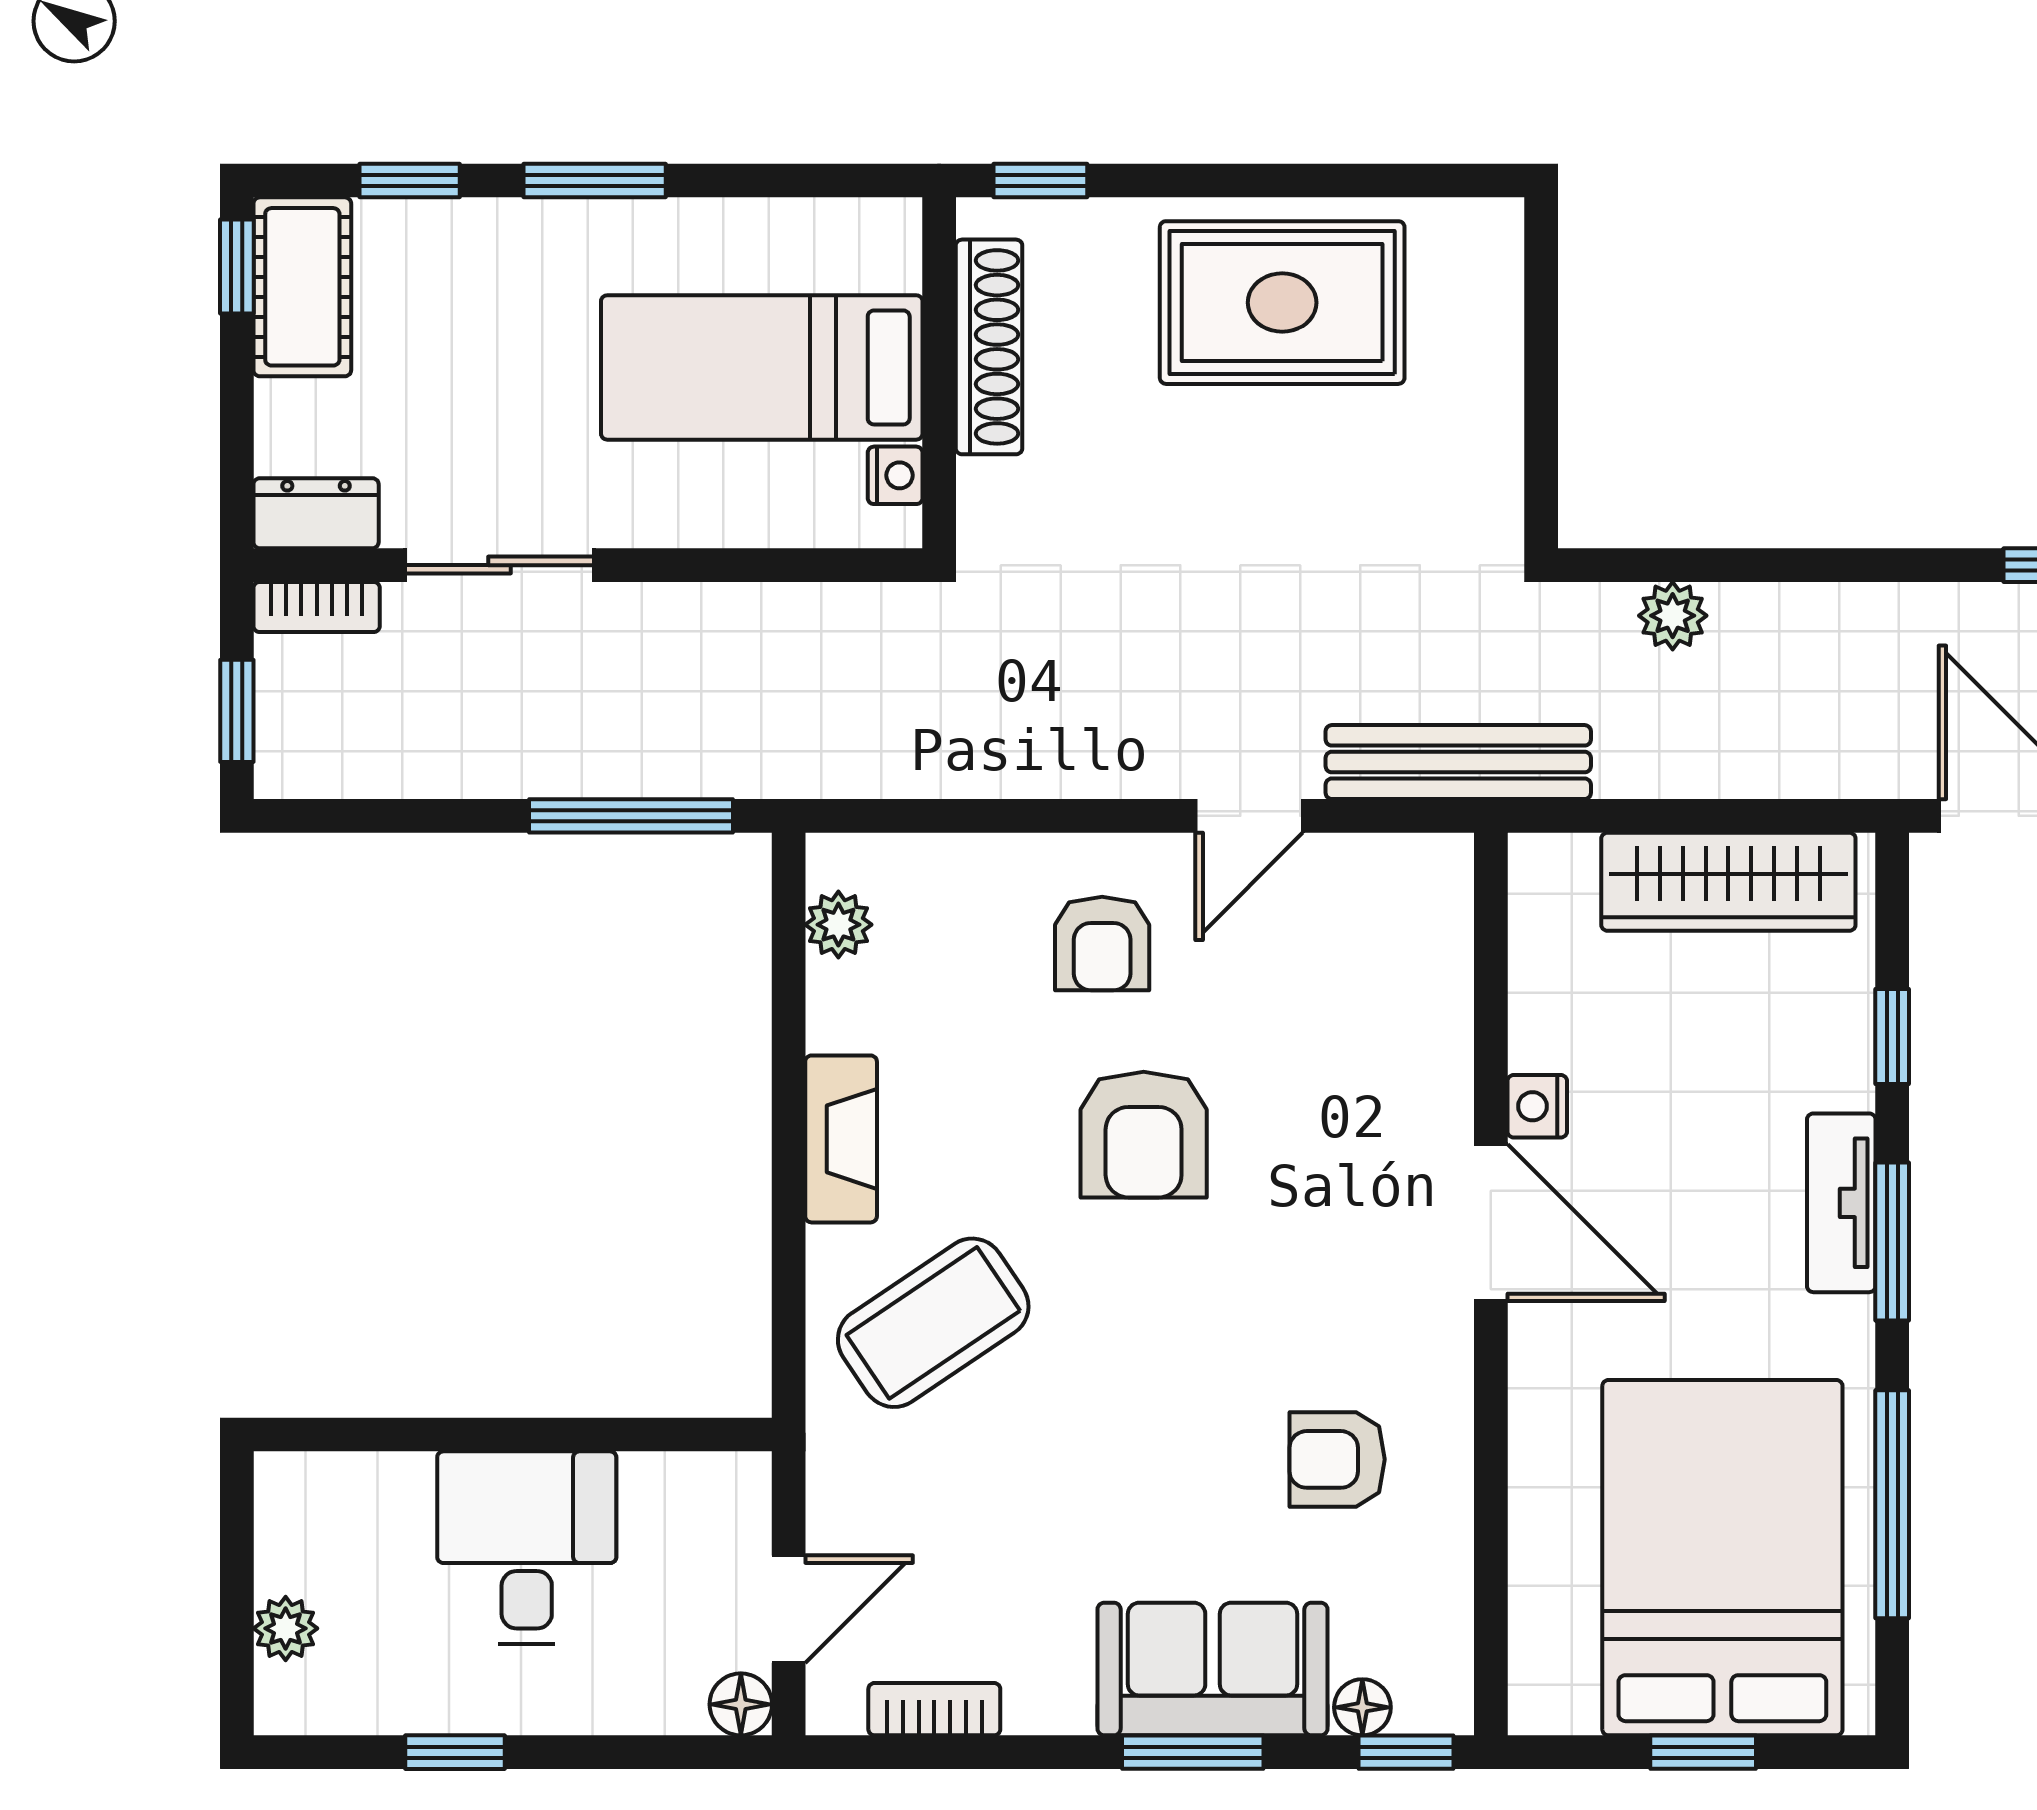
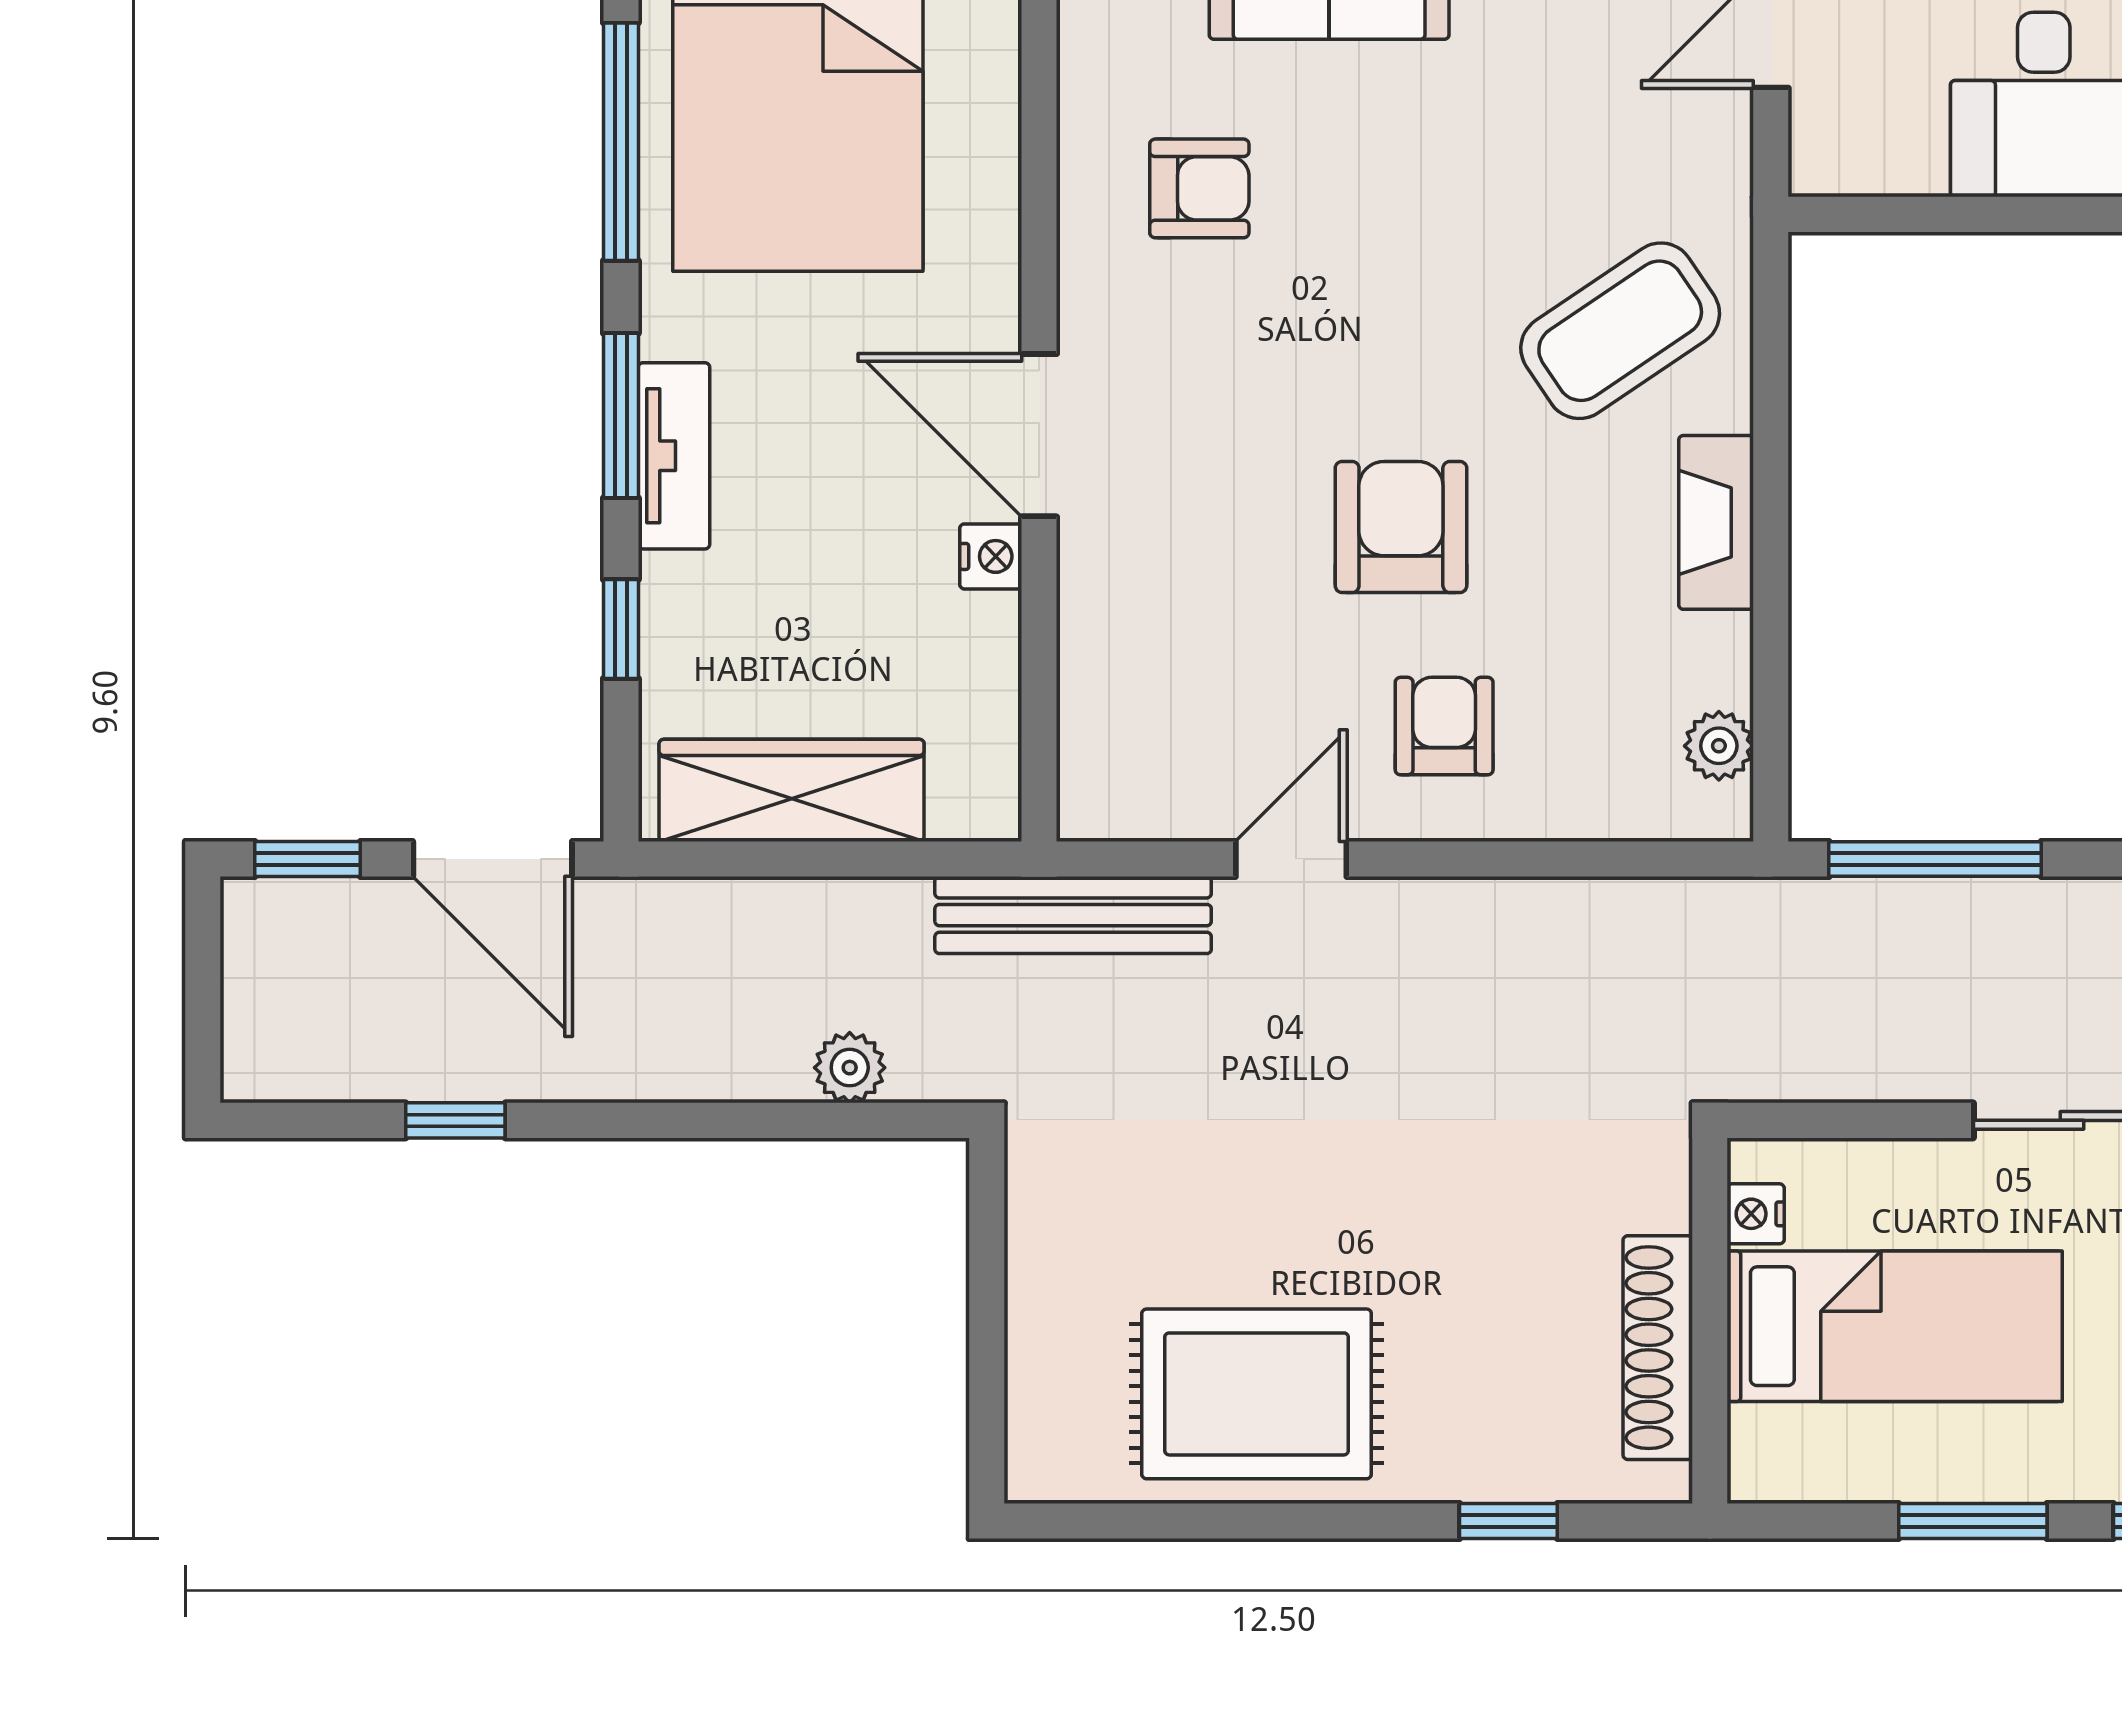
shoe rack: (989, 347) -> (1658, 1348), moved
bed: (762, 367) -> (1895, 1326), moved
wall: (939, 373) -> (1710, 1321), moved
nightstand: (895, 475) -> (1756, 1214), moved

